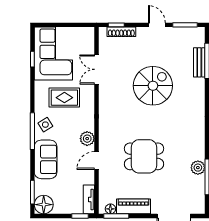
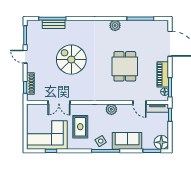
door: (157, 25) -> (25, 57), hinge flipped
door: (96, 161) -> (140, 102), moved
plant: (198, 168) -> (115, 25), moved

